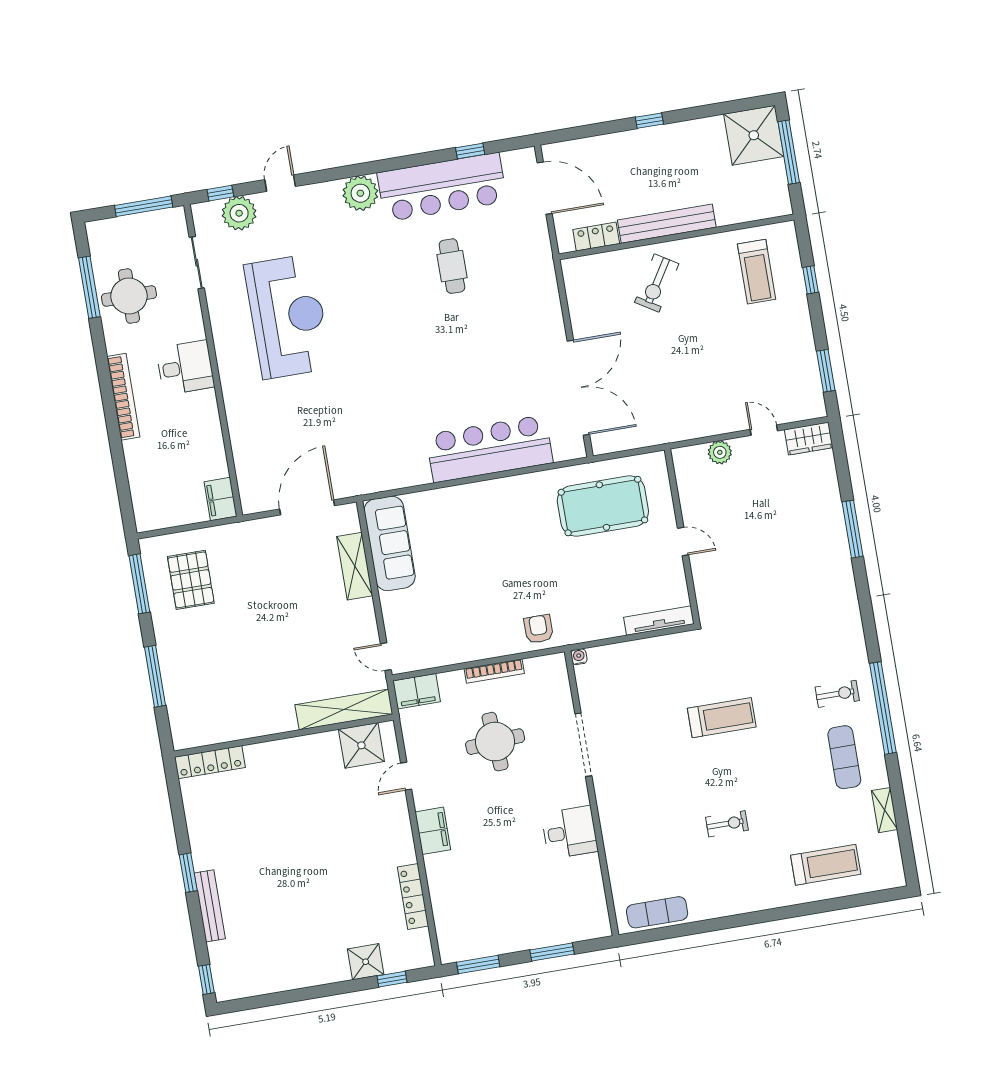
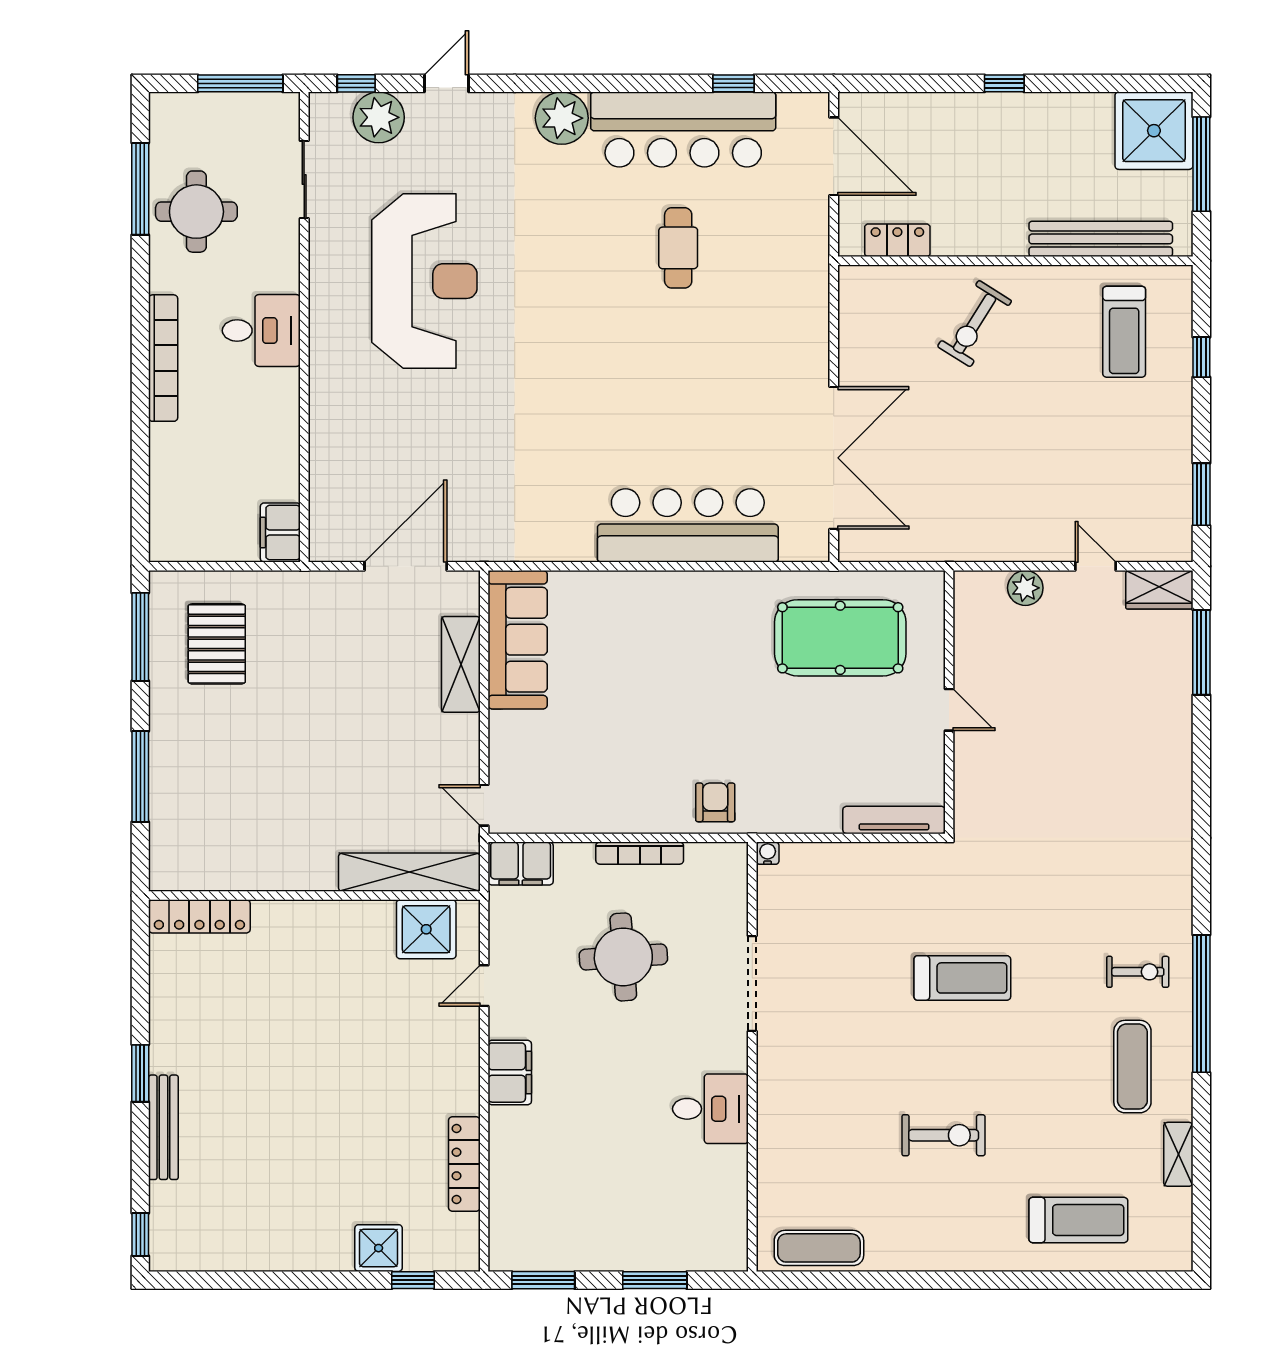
bench: (667, 224) -> (1101, 239), moved
window: (853, 529) -> (1201, 652), moved
exercise bike: (727, 824) -> (944, 1135), width x1.38, depth x1.39

